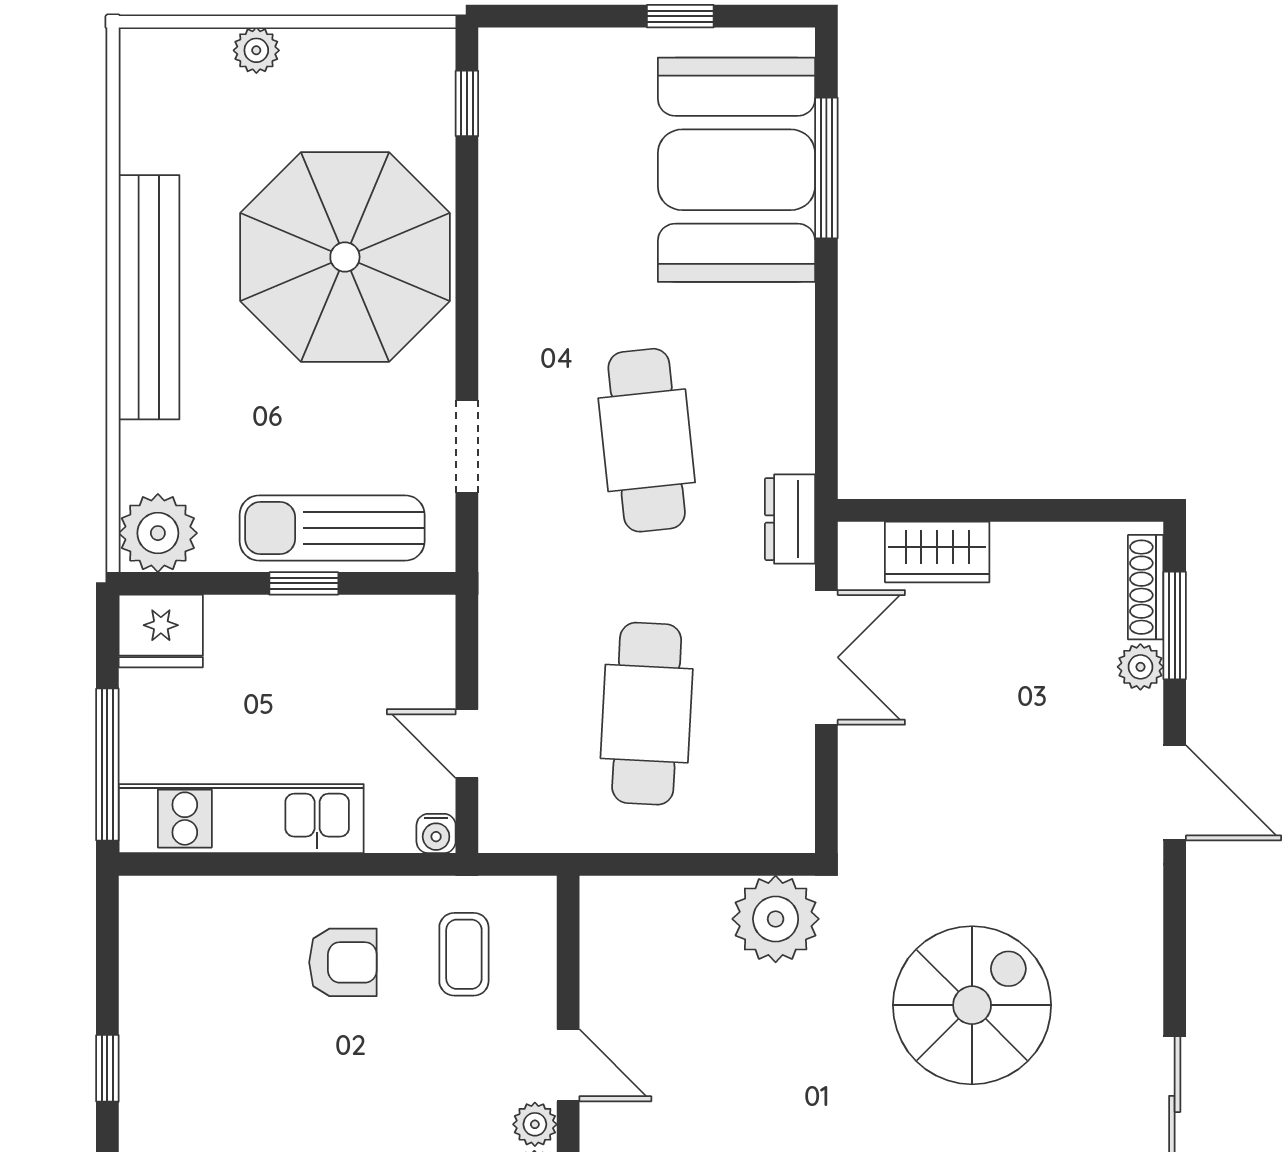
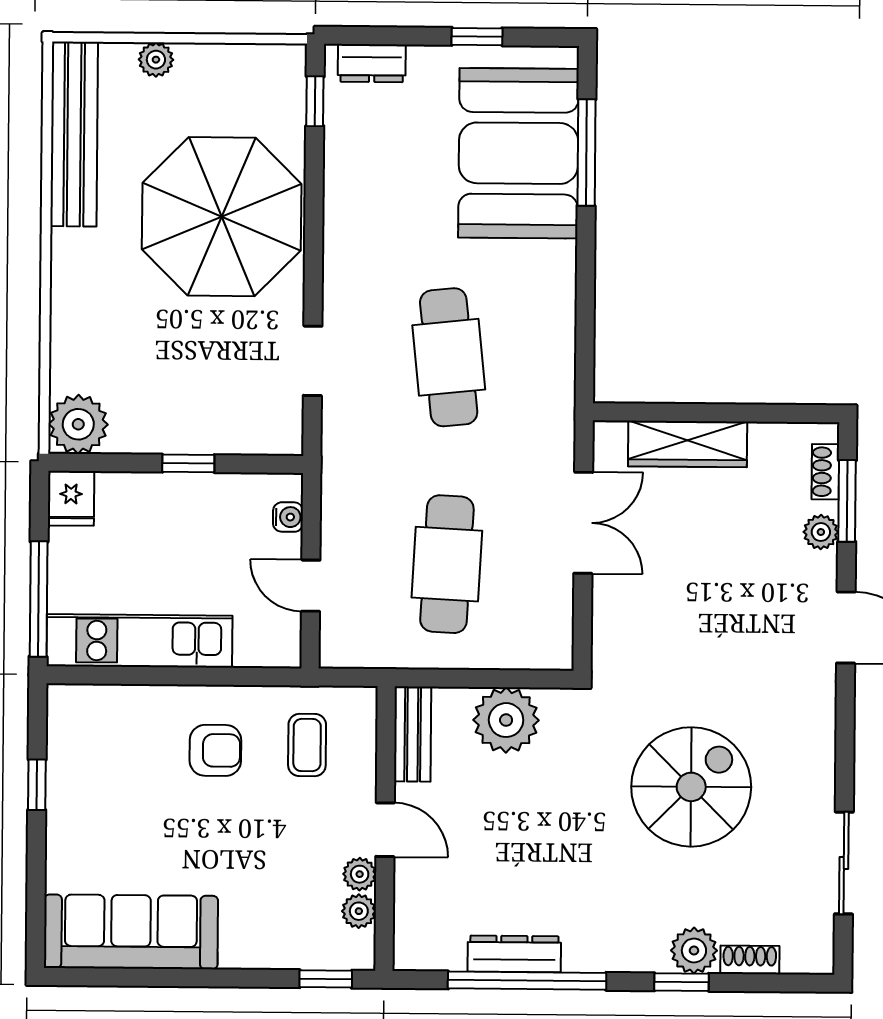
bench: (149, 297) -> (74, 134), moved
dresser: (790, 519) -> (372, 63), moved, turned -90
sun lounger: (332, 528) -> (210, 422), removed
wardrobe: (937, 552) -> (688, 444), width x1.50
shoe rack: (1146, 587) -> (825, 472), width x0.70
fridge: (161, 631) -> (71, 498), width x0.72
water cooler: (436, 833) -> (288, 517), moved, turned -90
plant: (776, 919) -> (506, 720), moved
bench: (603, 938) -> (413, 734), added
window: (107, 1068) -> (37, 785), moved

